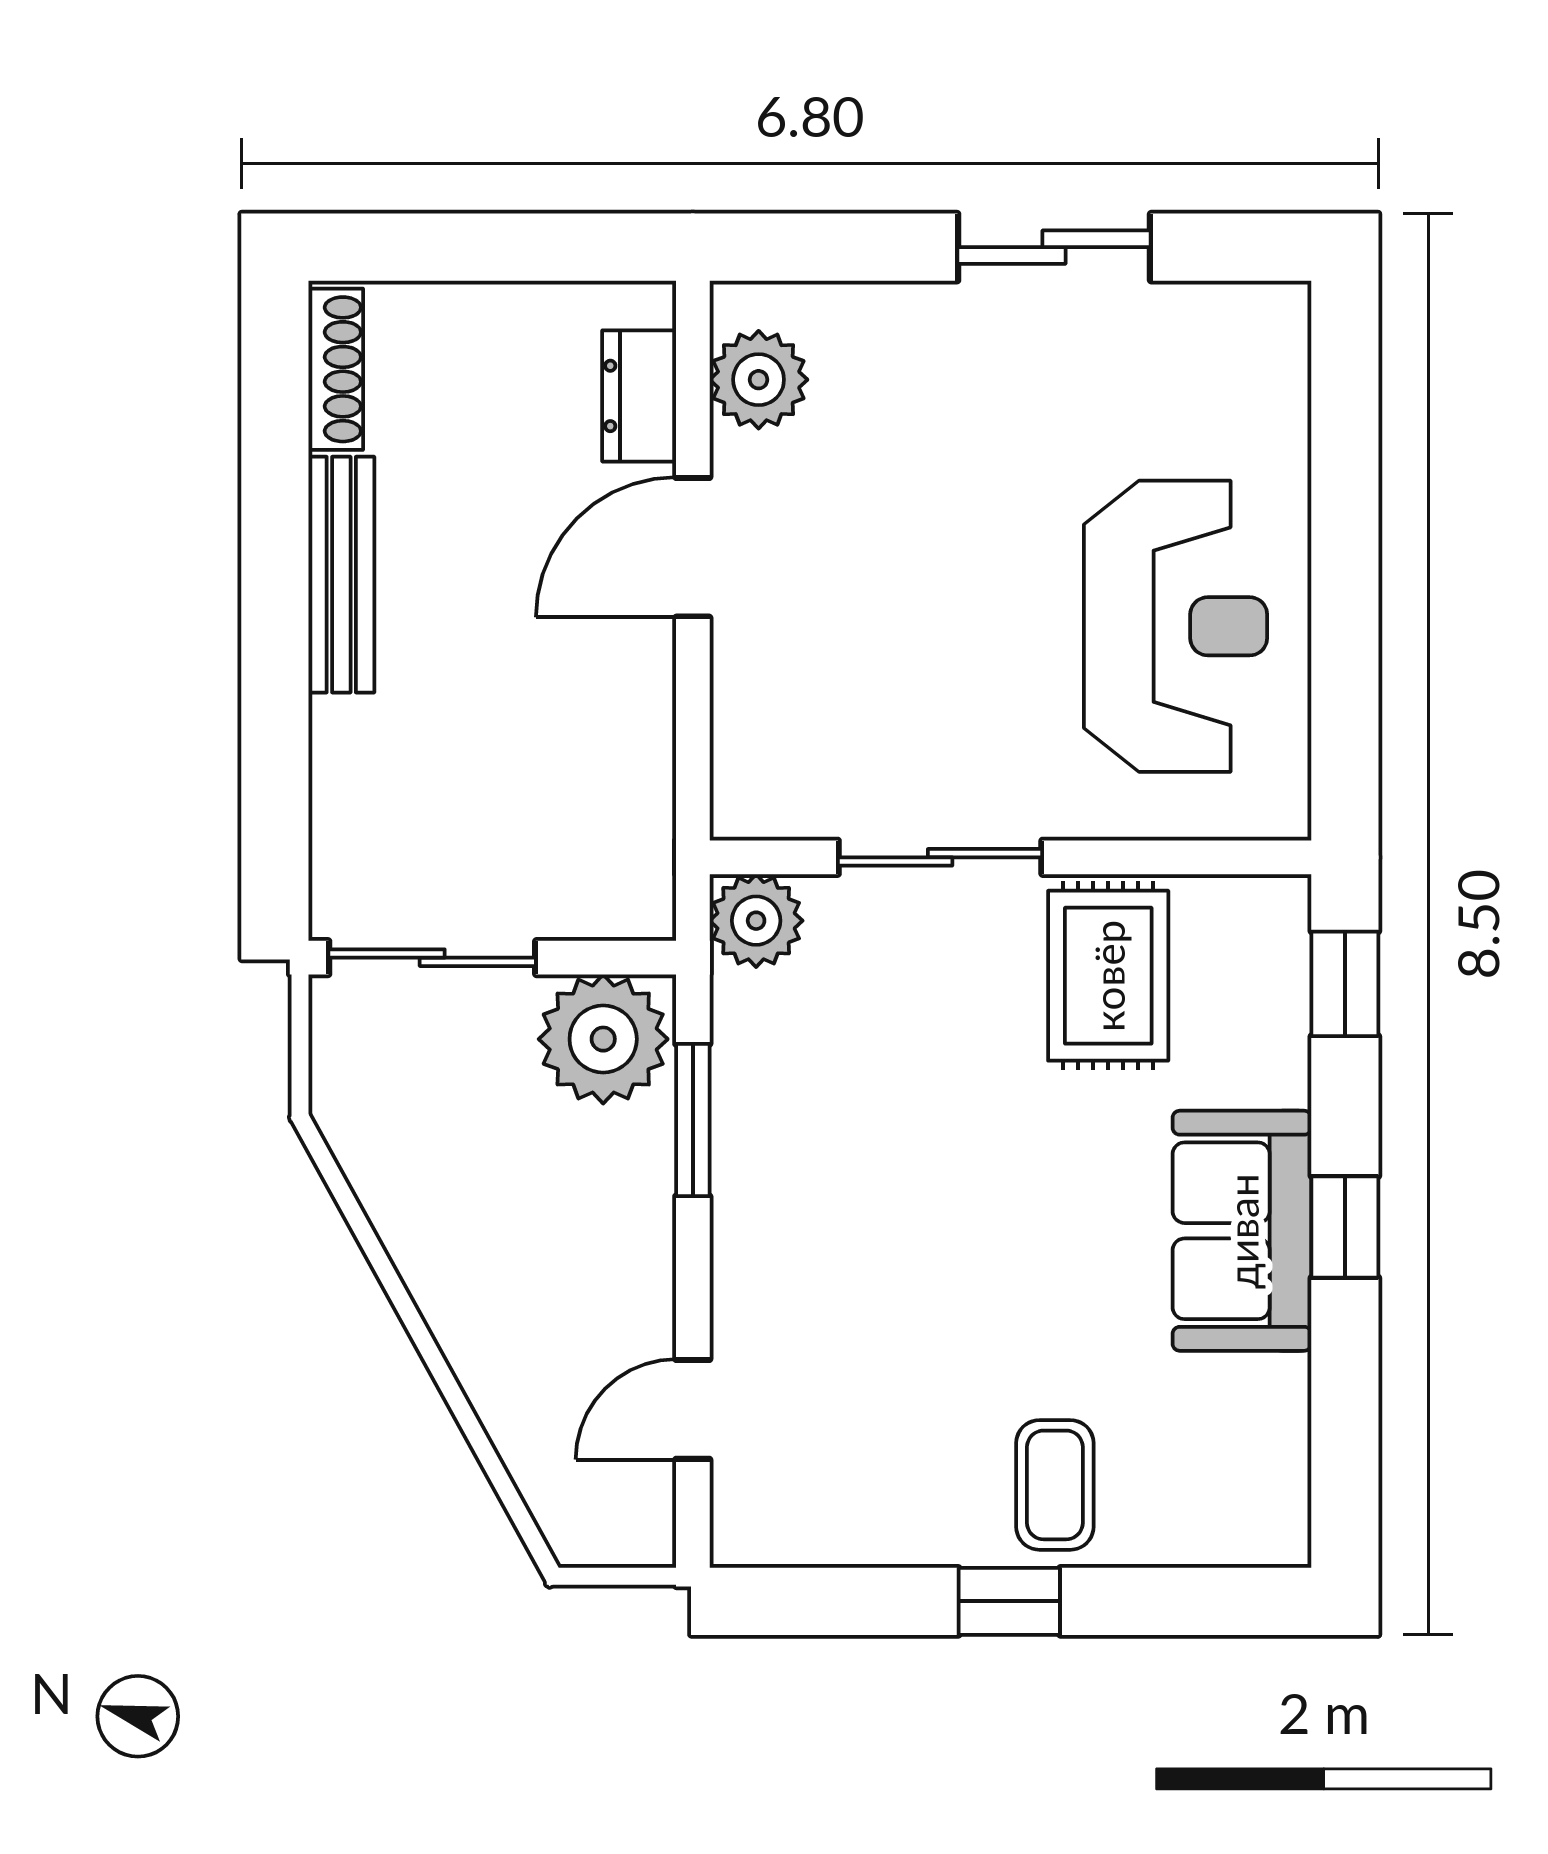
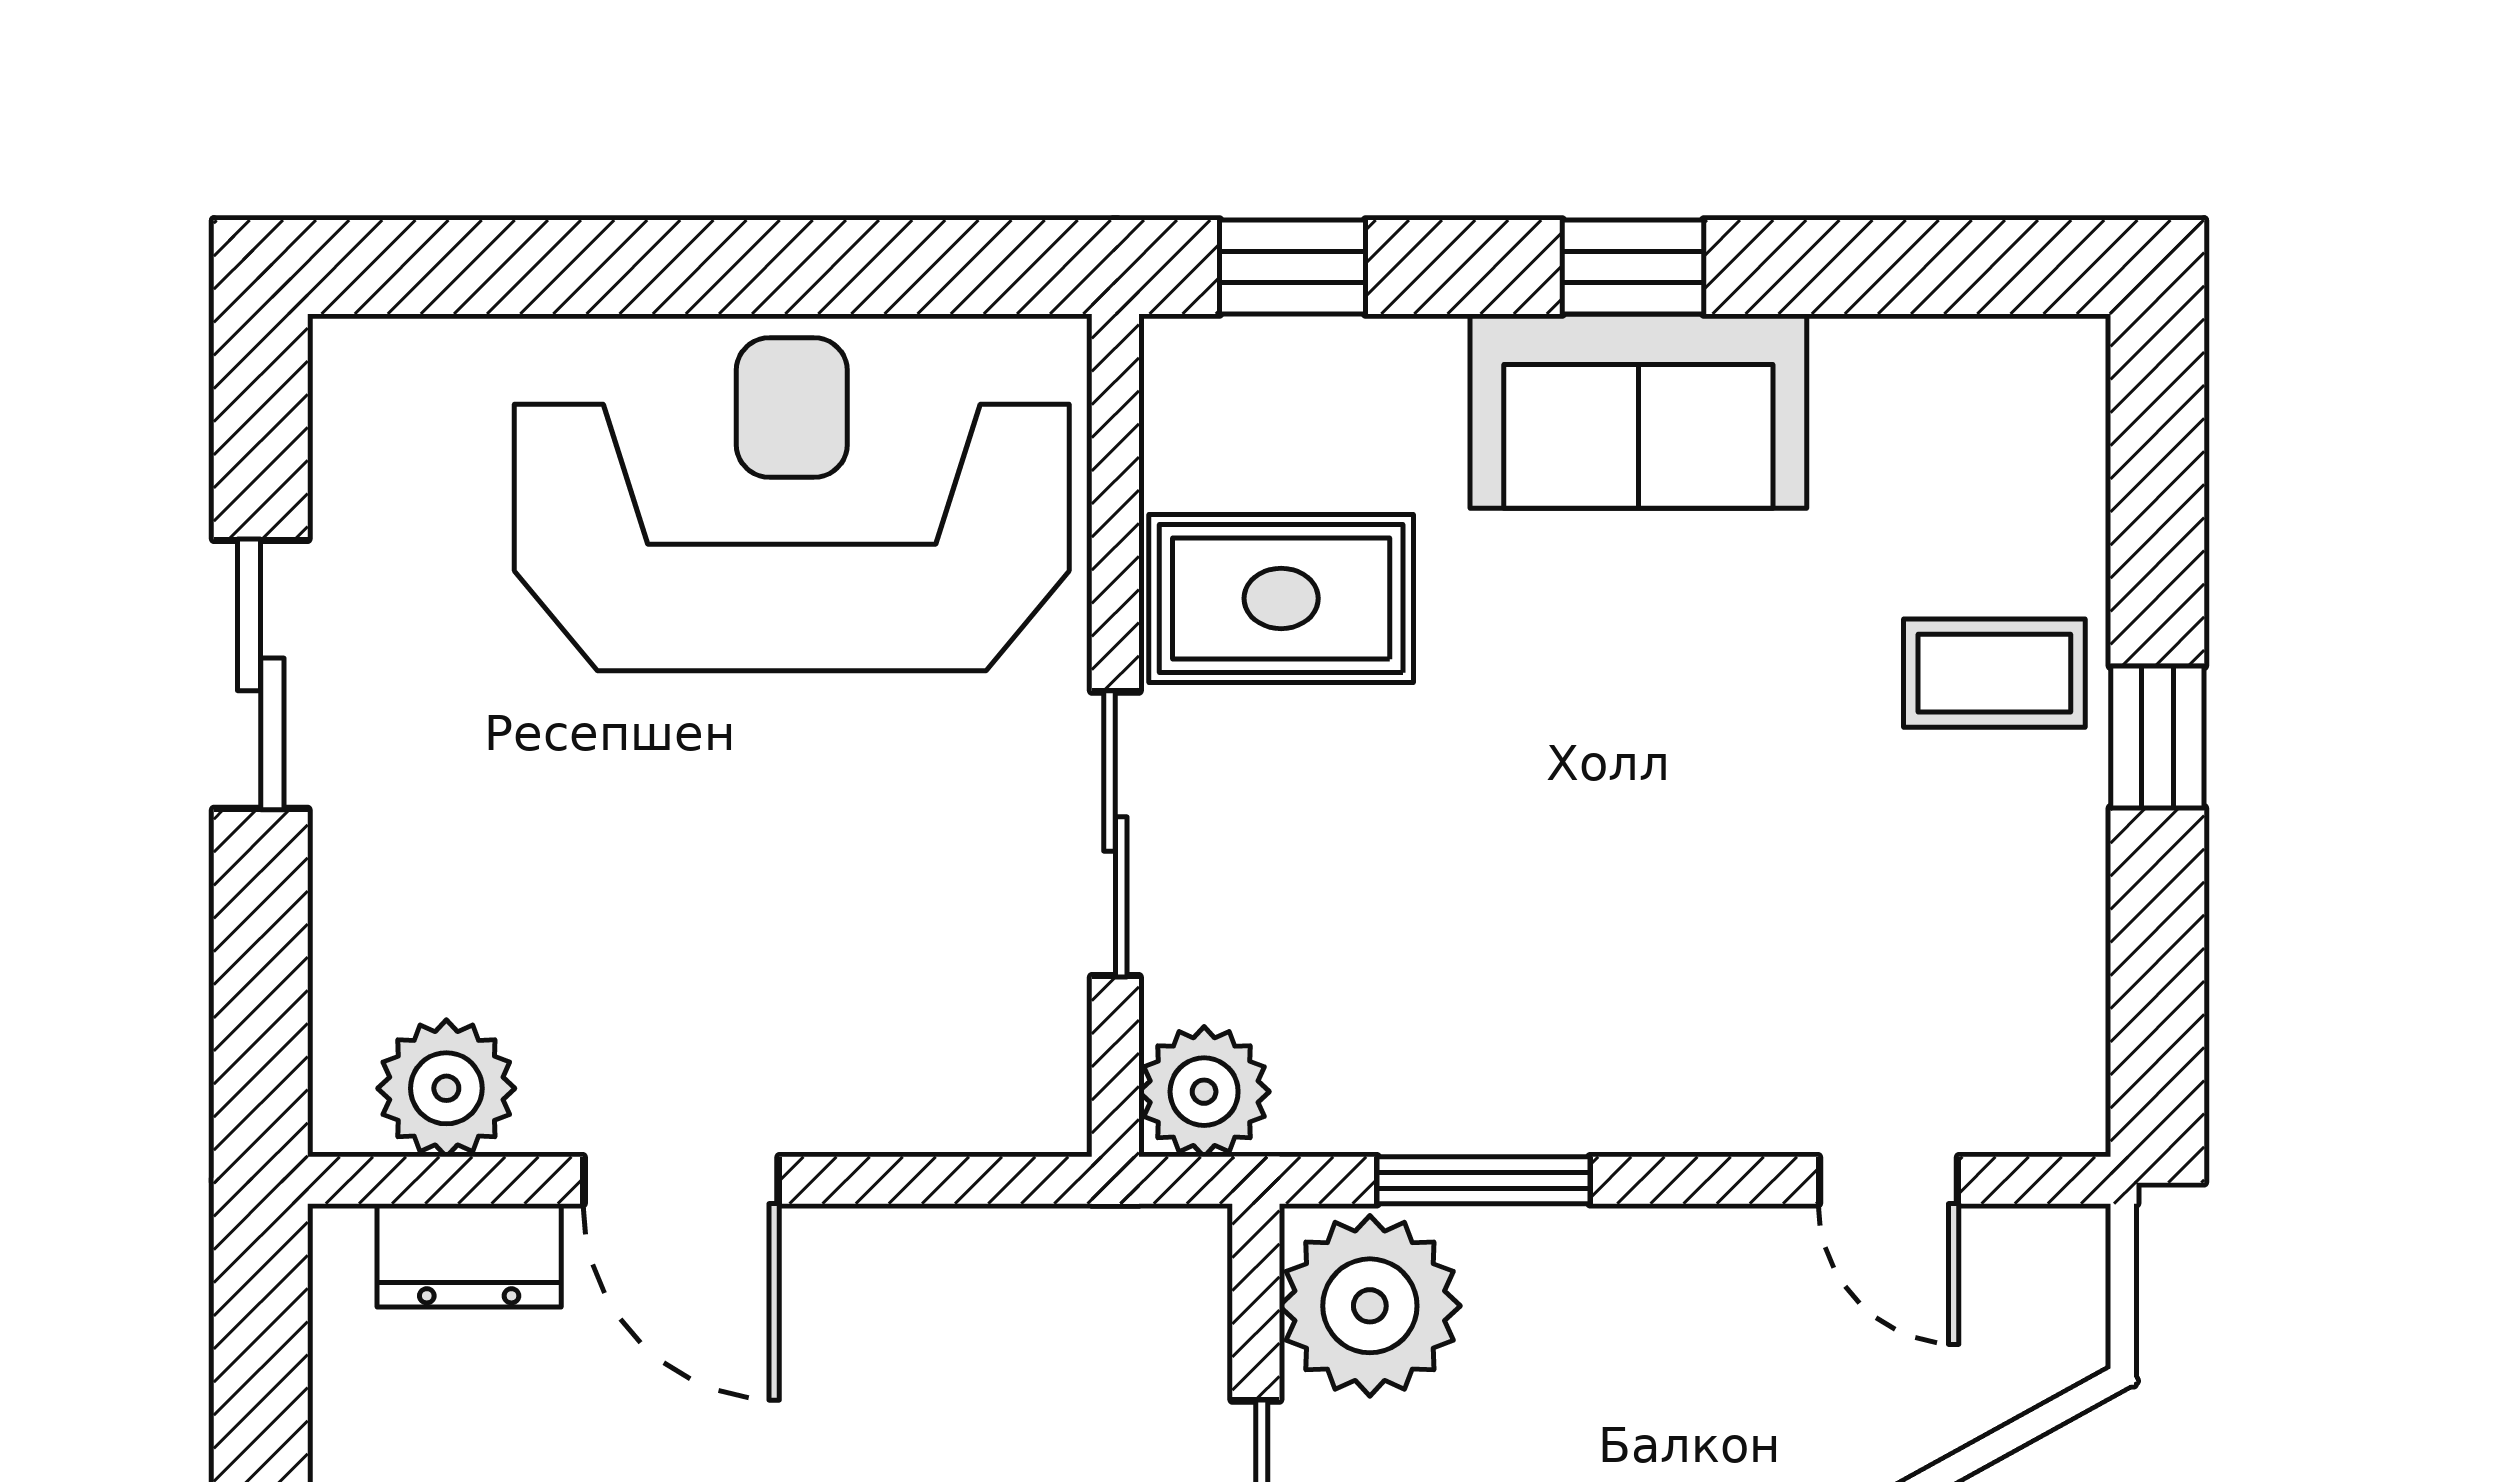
reception desk: (1176, 626) -> (792, 504), width x1.36, depth x1.30

